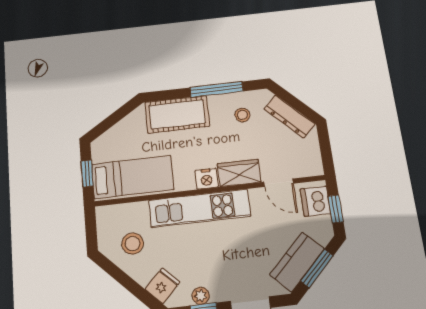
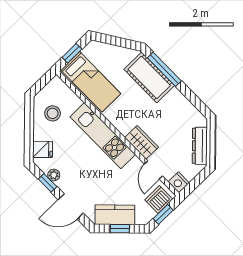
window: (216, 89) -> (164, 69), moved
stool: (242, 115) -> (179, 117), removed
nightstand: (206, 179) -> (179, 182), moved
window: (317, 268) -> (120, 229), width x0.67

